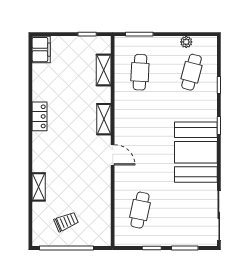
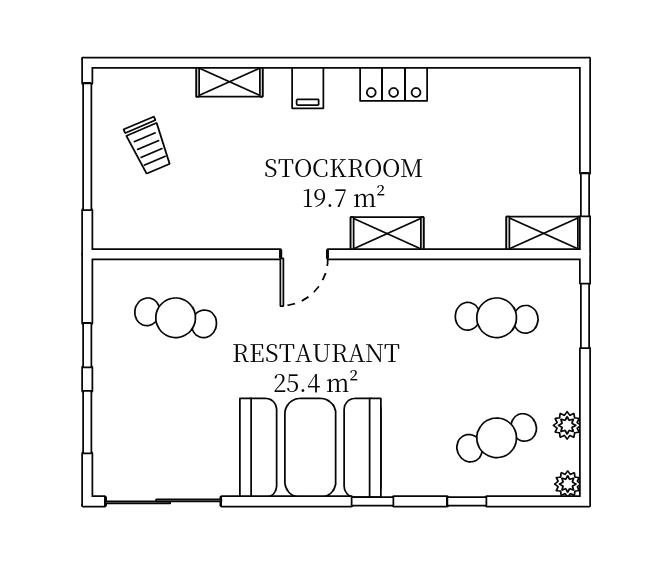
plant: (211, 42) -> (568, 484), added
filing cabinet: (41, 50) -> (308, 88), moved, width x0.50
shelving: (104, 70) -> (544, 233), moved
cafe table: (192, 72) -> (497, 438), turned -36

